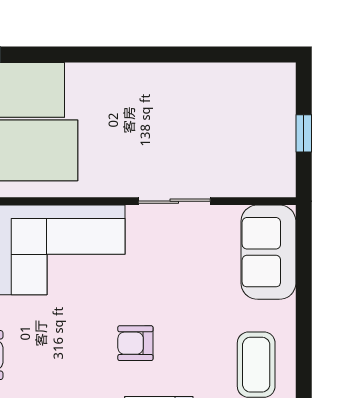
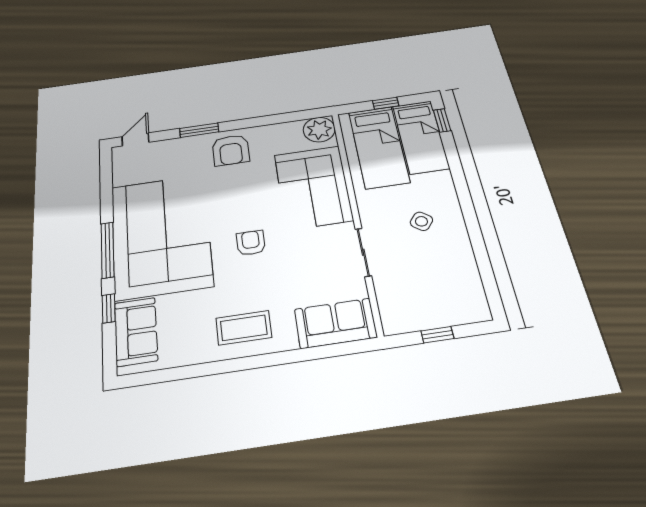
side table: (141, 118) -> (421, 221), added

